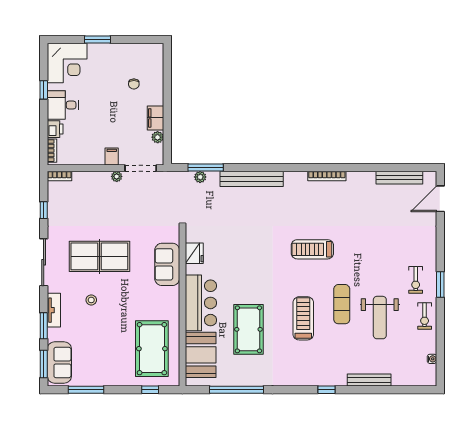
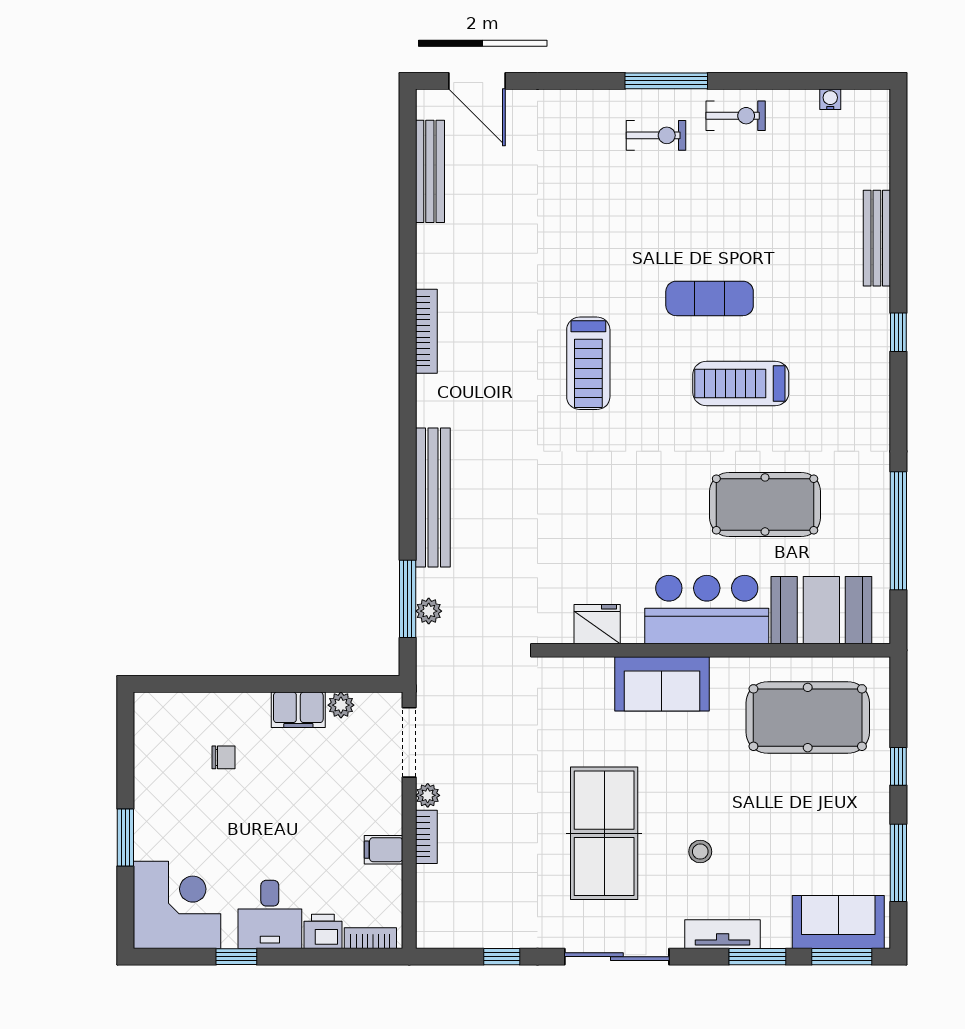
filing cabinet: (112, 156) -> (384, 850), moved
bookcase: (59, 176) -> (426, 837), moved
sofa: (167, 264) -> (662, 684), moved
window: (440, 285) -> (666, 81), width x1.44
weight bench: (380, 318) -> (739, 214), removed
window: (150, 390) -> (898, 766), moved

